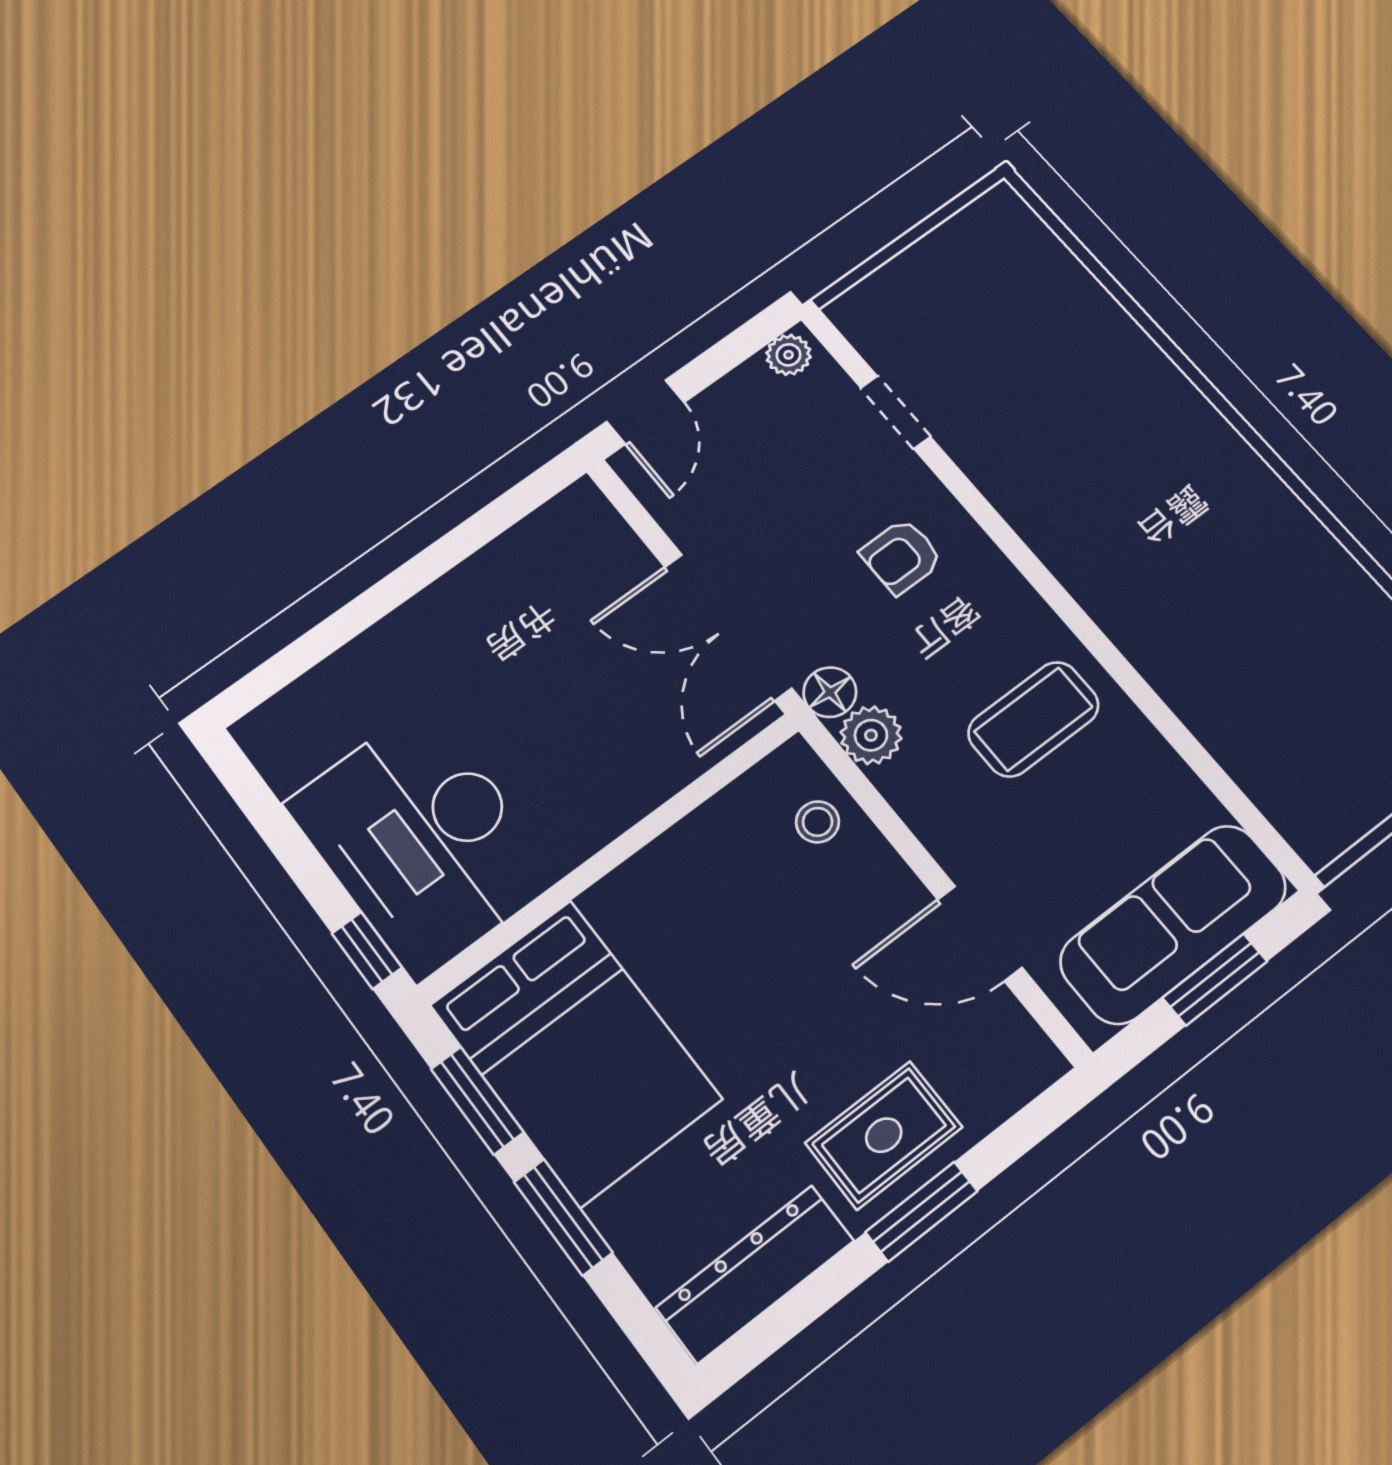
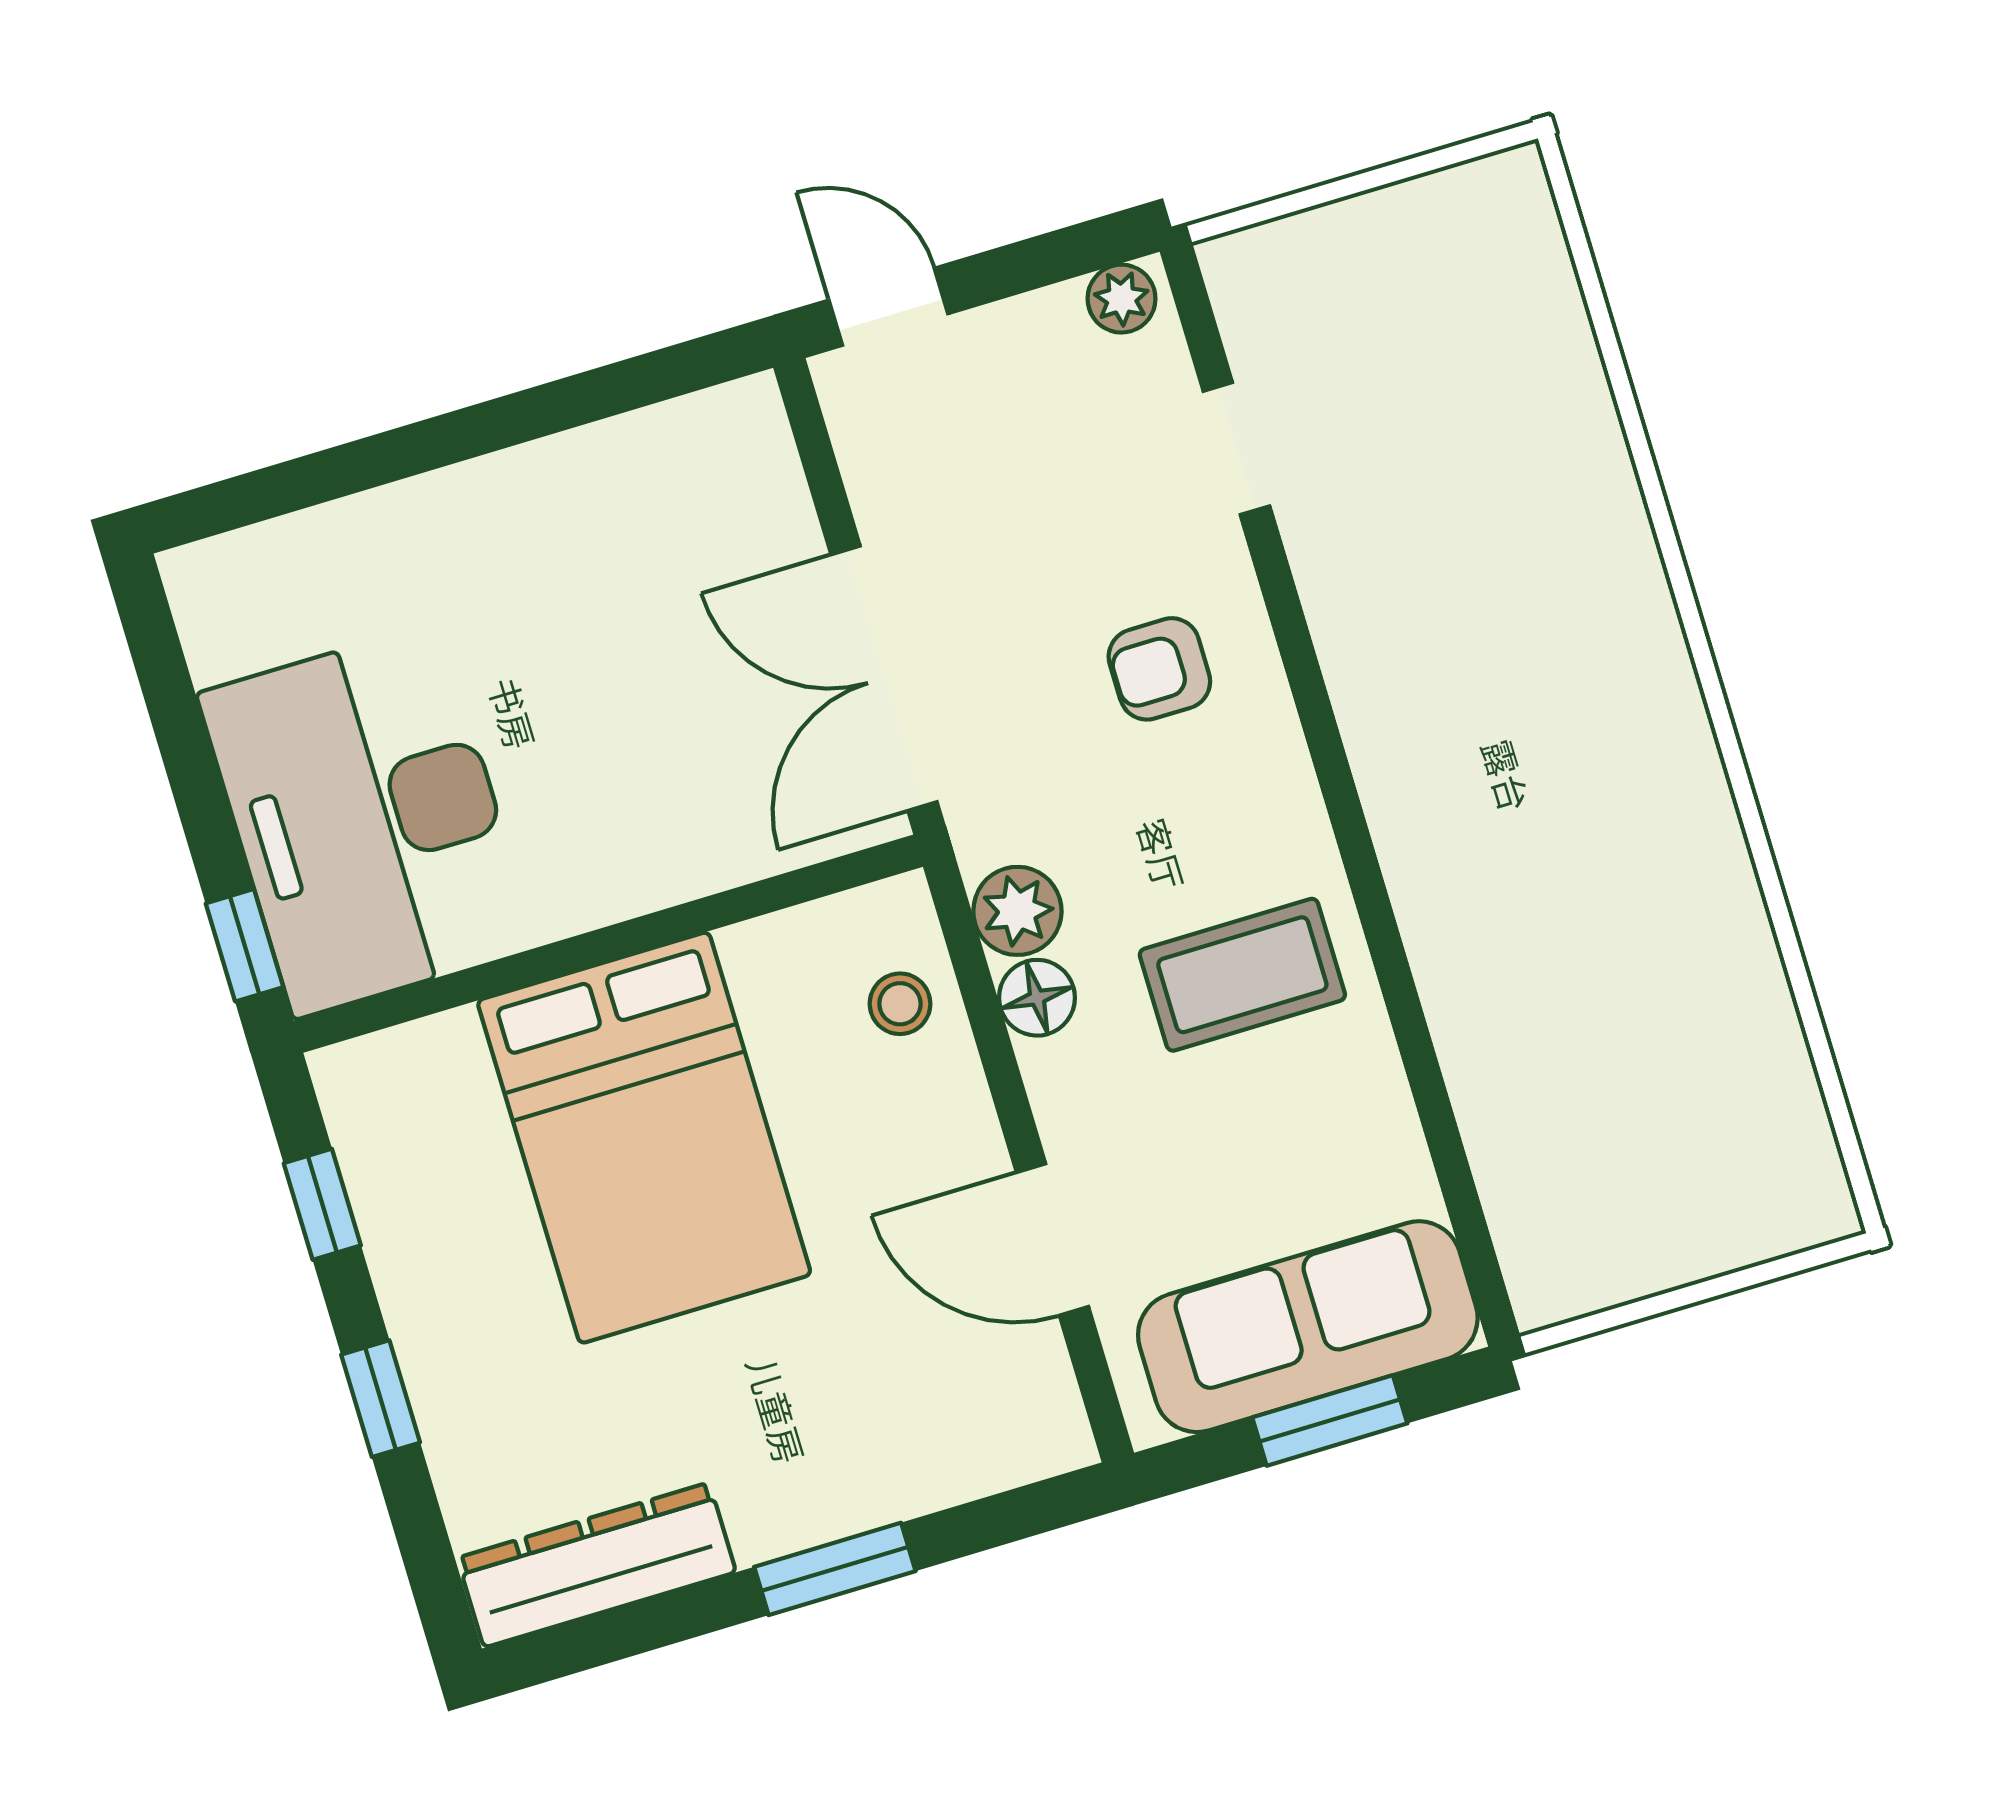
door: (645, 412) -> (888, 307), swing flipped
floor lamp: (830, 692) -> (1037, 998), moved
bed: (575, 1052) -> (644, 1138), moved
window: (477, 1100) -> (322, 1204), width x0.67
rug: (884, 1135) -> (825, 1454), removed
window: (563, 1217) -> (381, 1399), width x0.67

